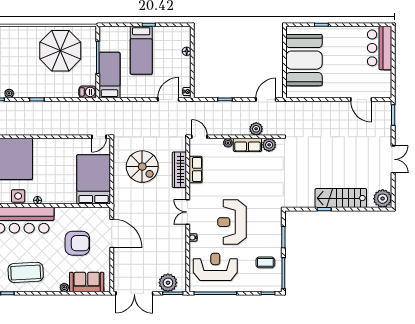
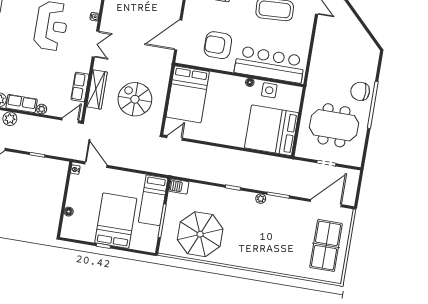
bed: (141, 50) -> (116, 221), width x1.50
door: (168, 99) -> (96, 165), swing flipped
door: (199, 137) -> (70, 120), swing flipped
door: (112, 233) -> (178, 35), hinge flipped
armchair: (77, 243) -> (218, 45), moved

